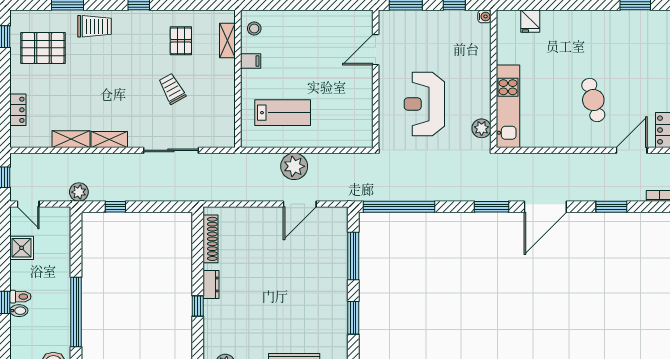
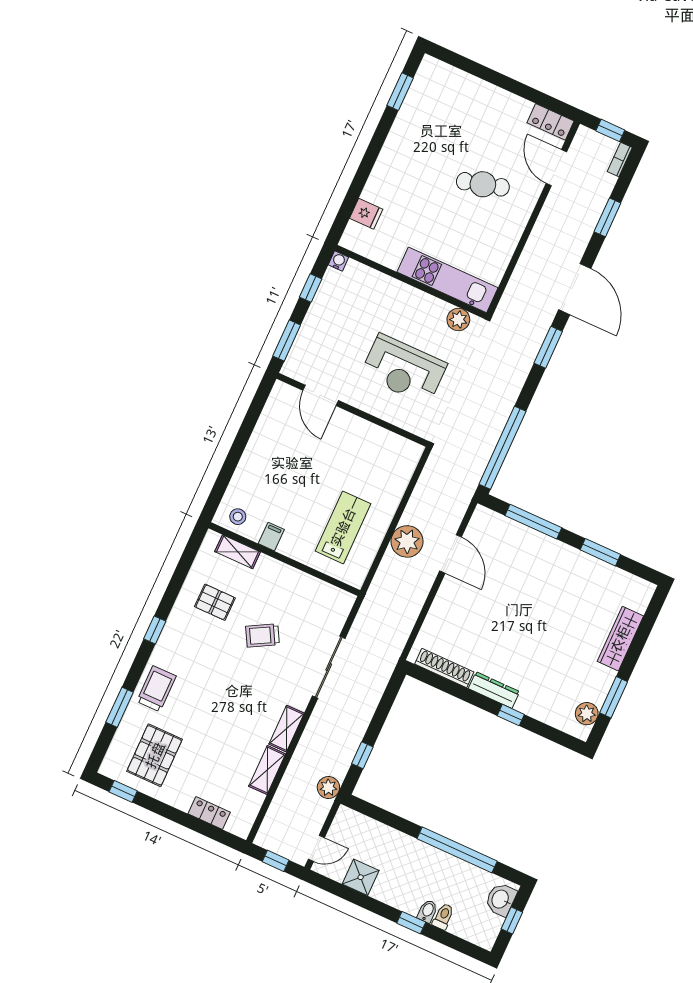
dresser: (211, 284) -> (494, 690), width x1.44
toilet: (20, 297) -> (443, 916), moved

